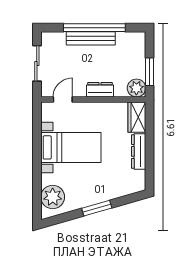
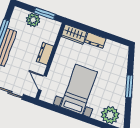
plant: (136, 88) -> (33, 20), moved
dresser: (139, 151) -> (95, 40), width x0.70

